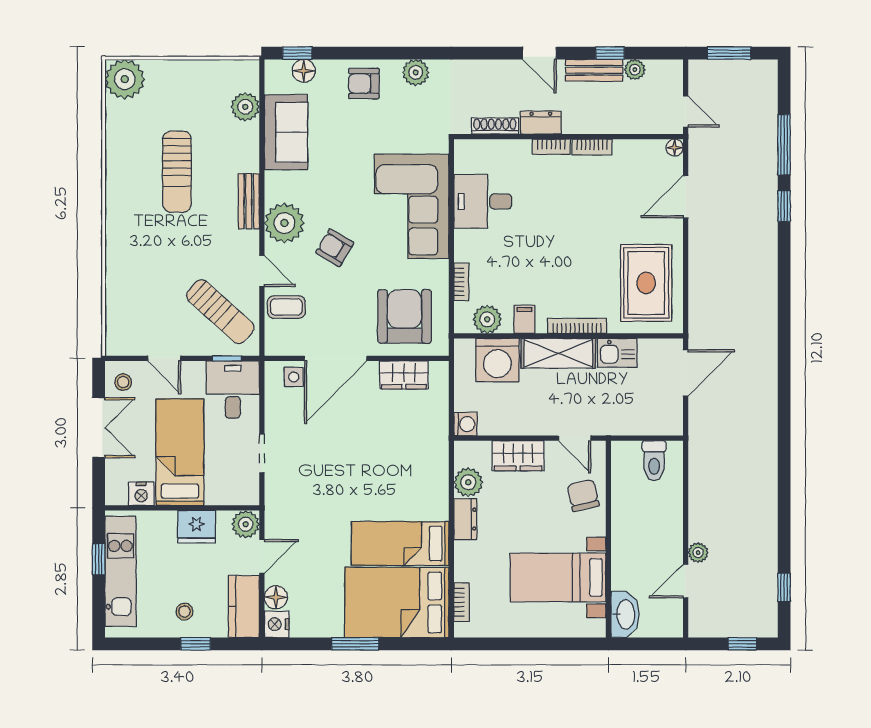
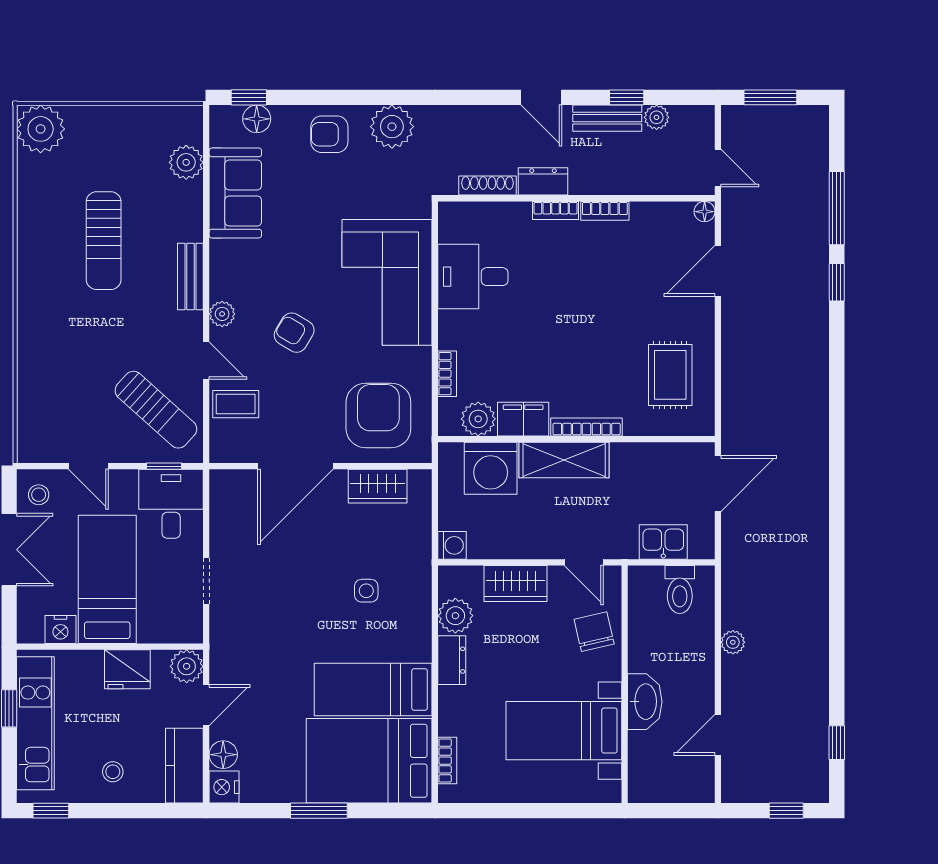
plant: (416, 72) -> (392, 127), width x1.36, depth x1.36
plant: (284, 223) -> (222, 314), width x0.53, depth x0.53
rug: (646, 283) -> (670, 375), width x0.73, depth x0.70
filing cabinet: (524, 319) -> (523, 419), width x2.00
kitchen sink: (617, 353) -> (663, 542), moved, turned 180
side table: (294, 377) -> (366, 591), moved
plant: (698, 553) -> (733, 642), moved
washbasin: (625, 614) -> (645, 702), moved
window: (196, 644) -> (51, 811), moved

